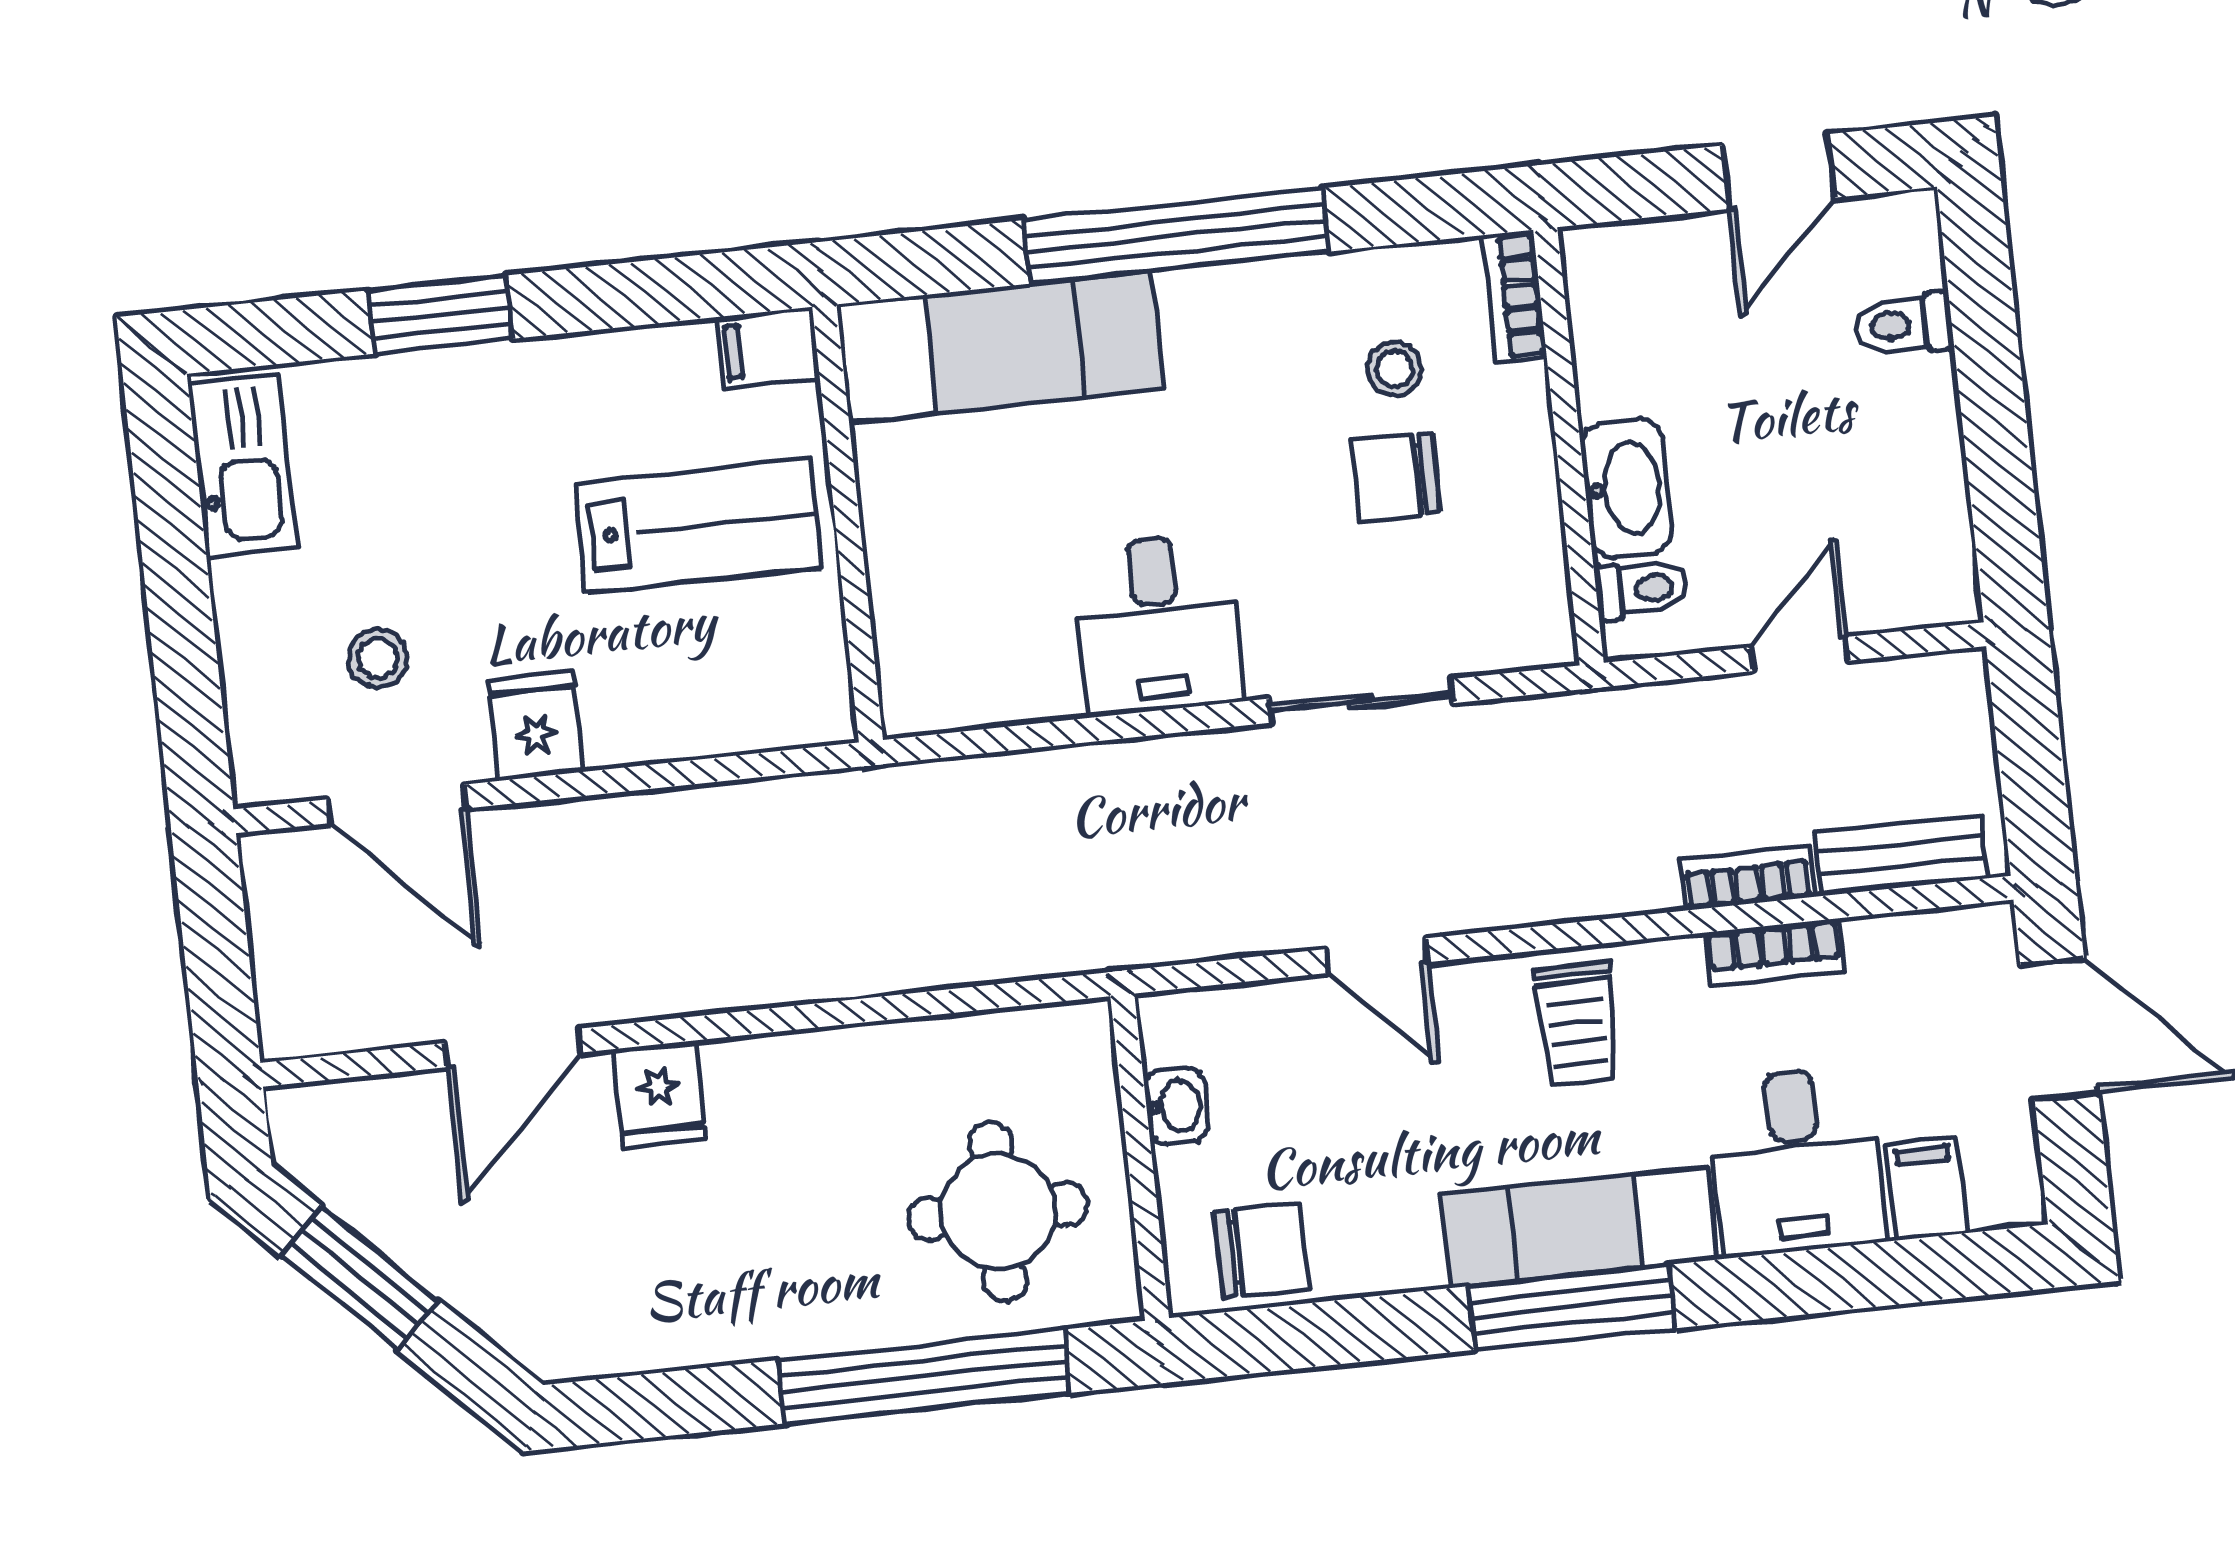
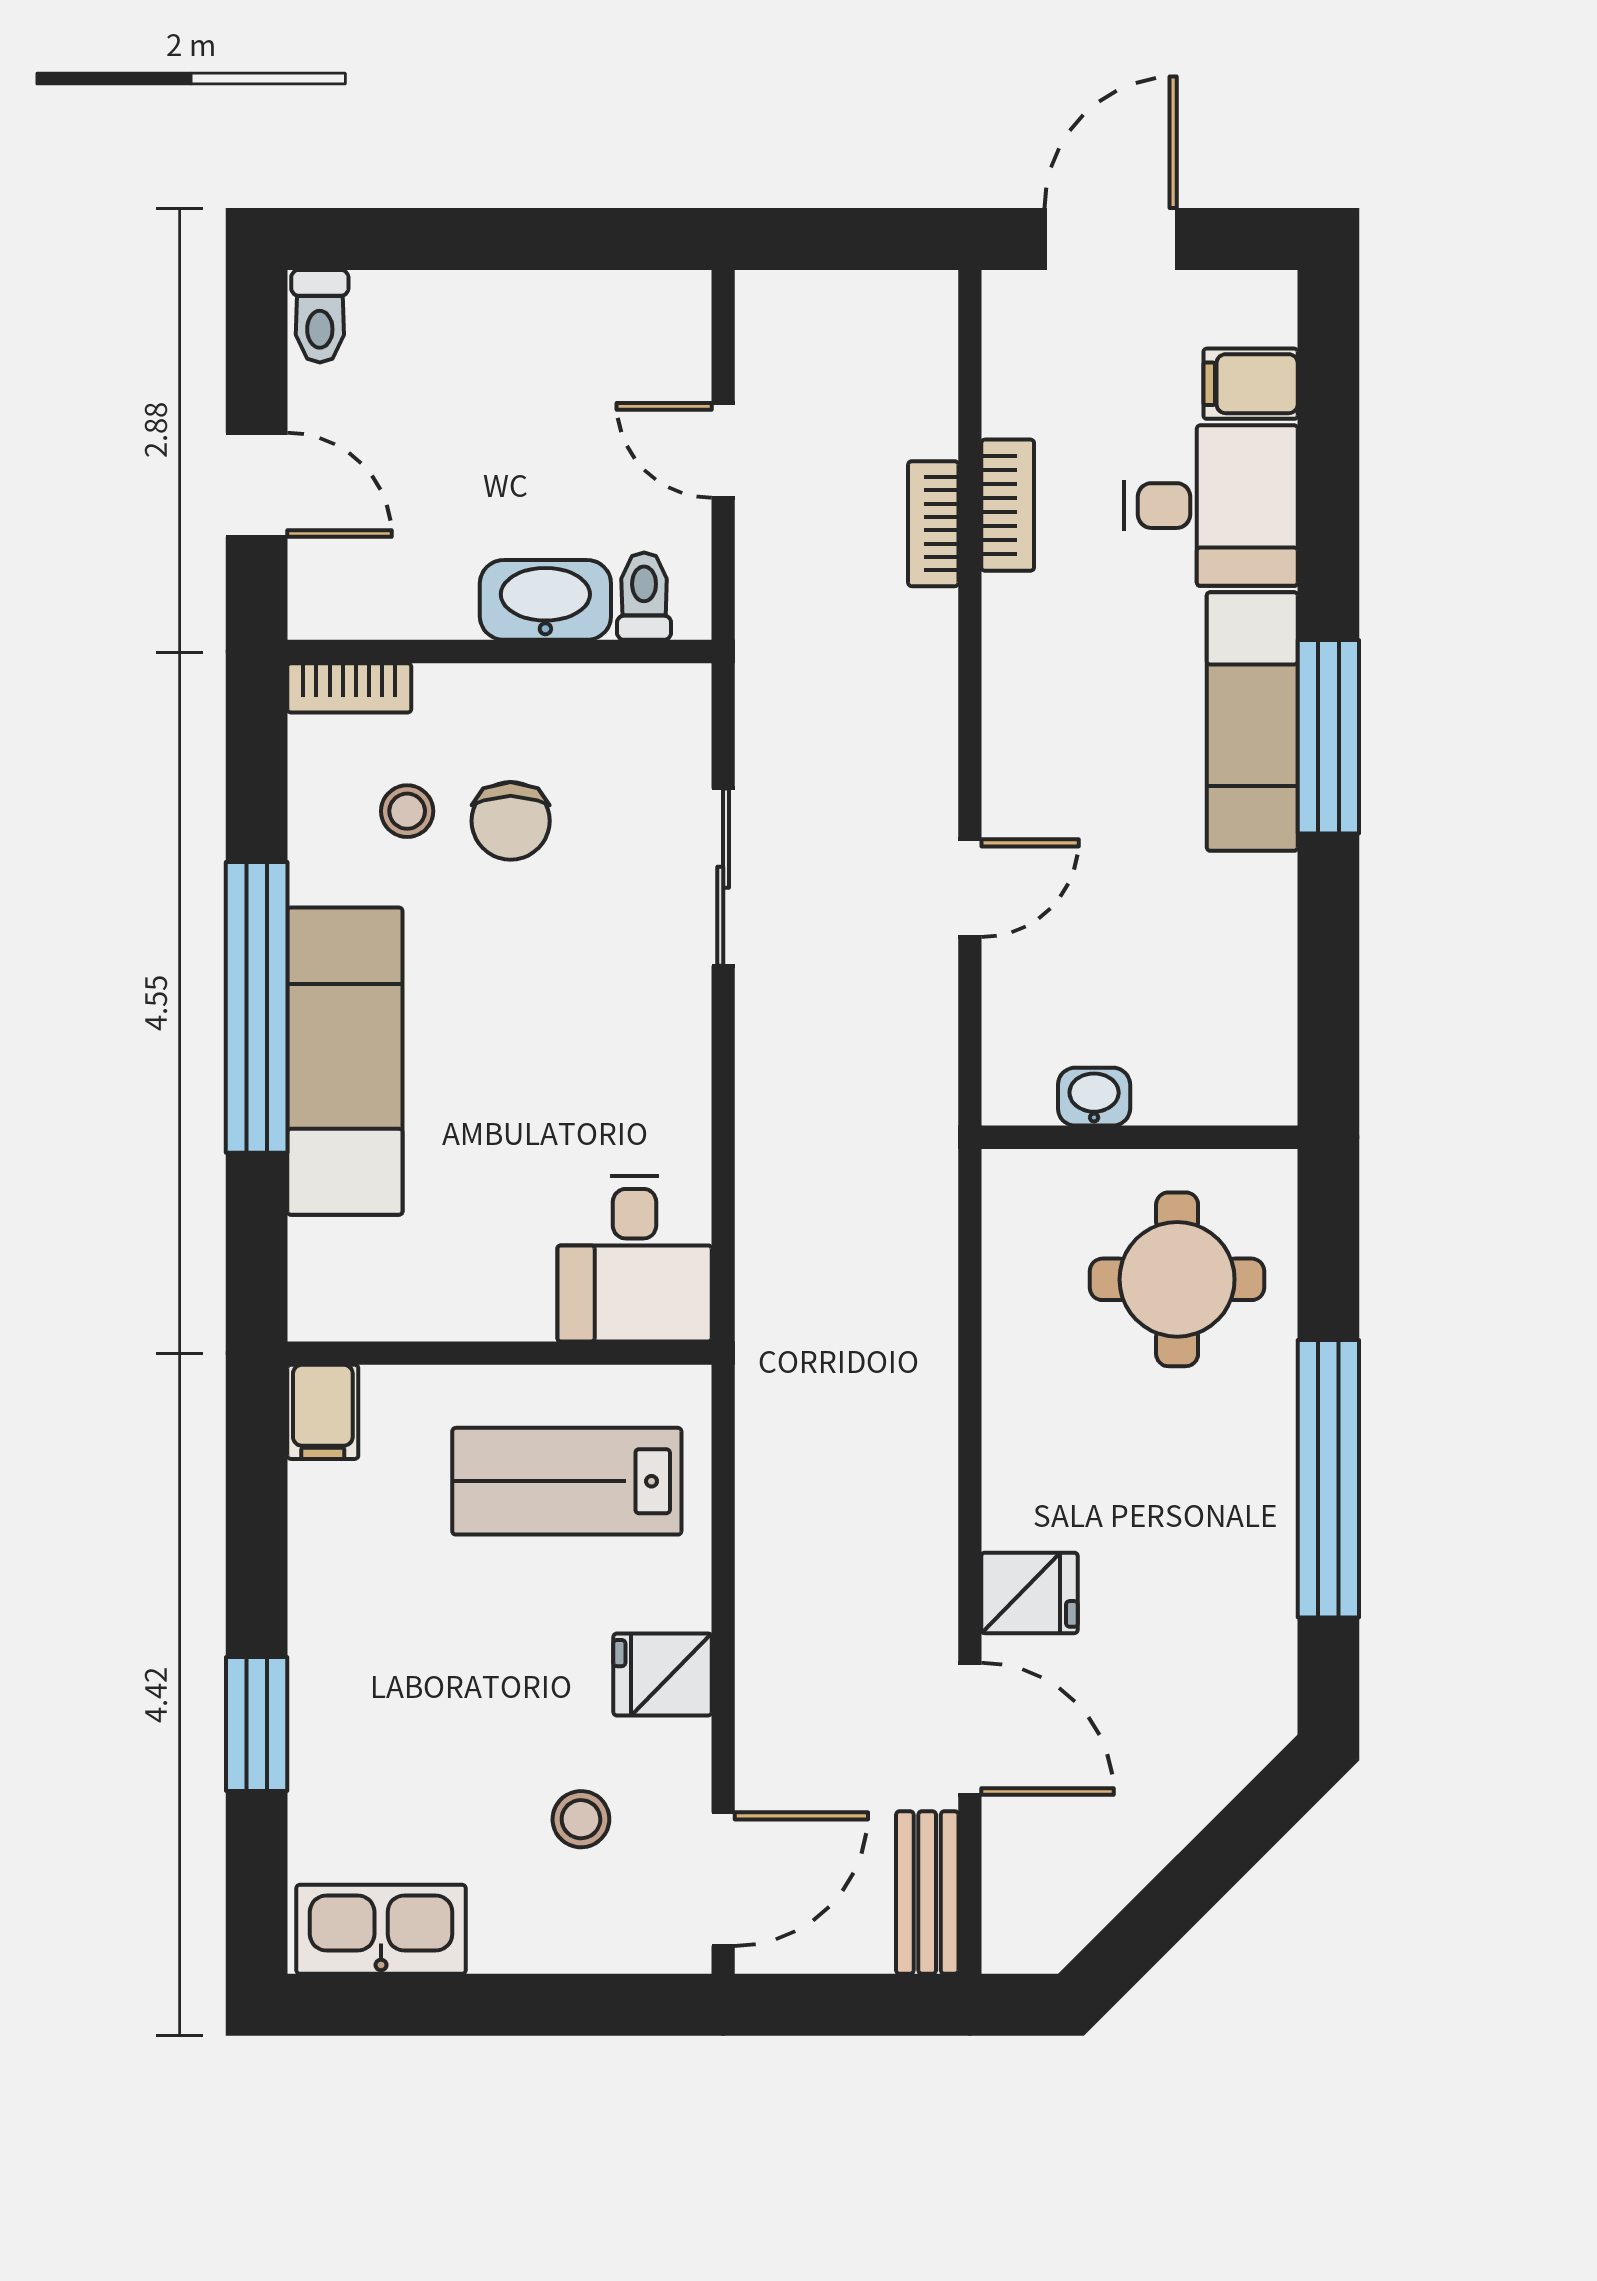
door: (1778, 172) -> (257, 485), moved
toilet: (1904, 325) -> (320, 316), moved
exam couch: (1000, 346) -> (345, 1061), moved
lab bench: (698, 526) -> (567, 1481), moved, turned -90
desk: (1158, 624) -> (635, 1259), moved, turned 90
door: (397, 804) -> (723, 1879), moved
bench: (1901, 855) -> (927, 1892), moved
trolley: (1577, 1024) -> (1057, 703), removed
chair: (1261, 1250) -> (1242, 1030), removed
window: (359, 1278) -> (1175, 1901), removed
window: (924, 1377) -> (1328, 1479), moved

